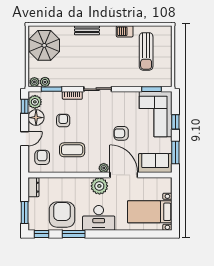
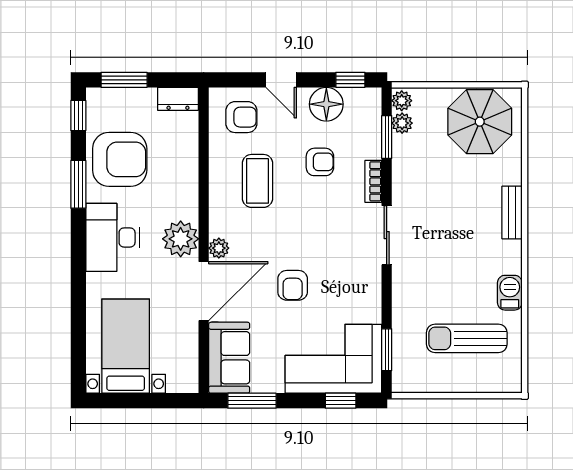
plant: (35, 102) -> (359, 102), removed
window: (175, 122) -> (341, 401), moved
armchair: (121, 133) -> (293, 285), turned 180

